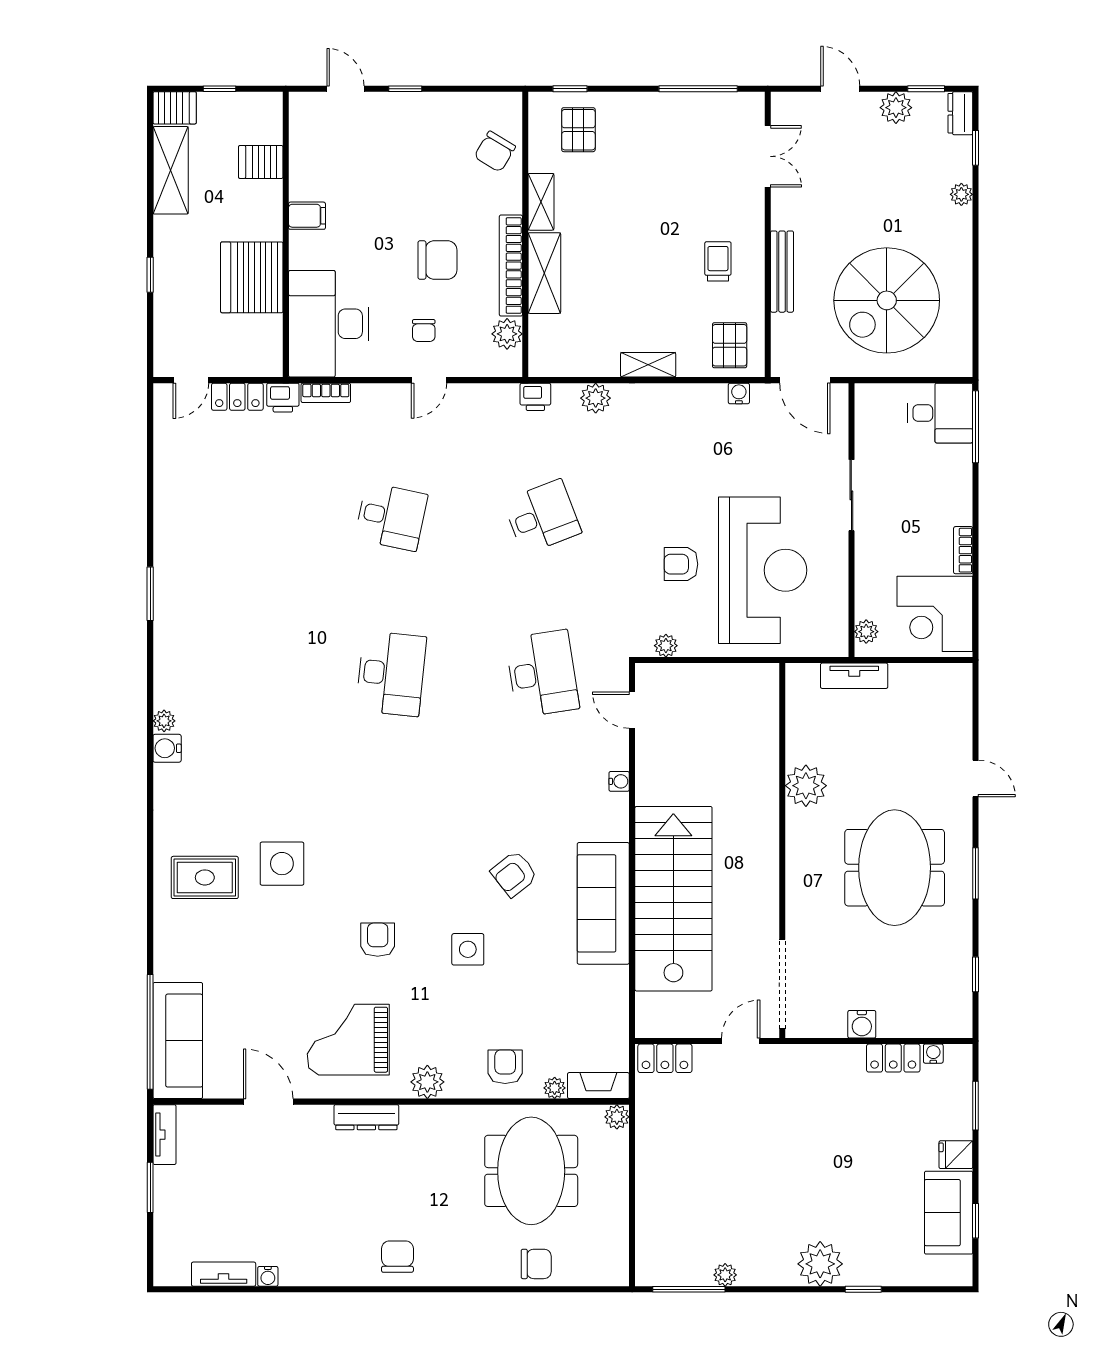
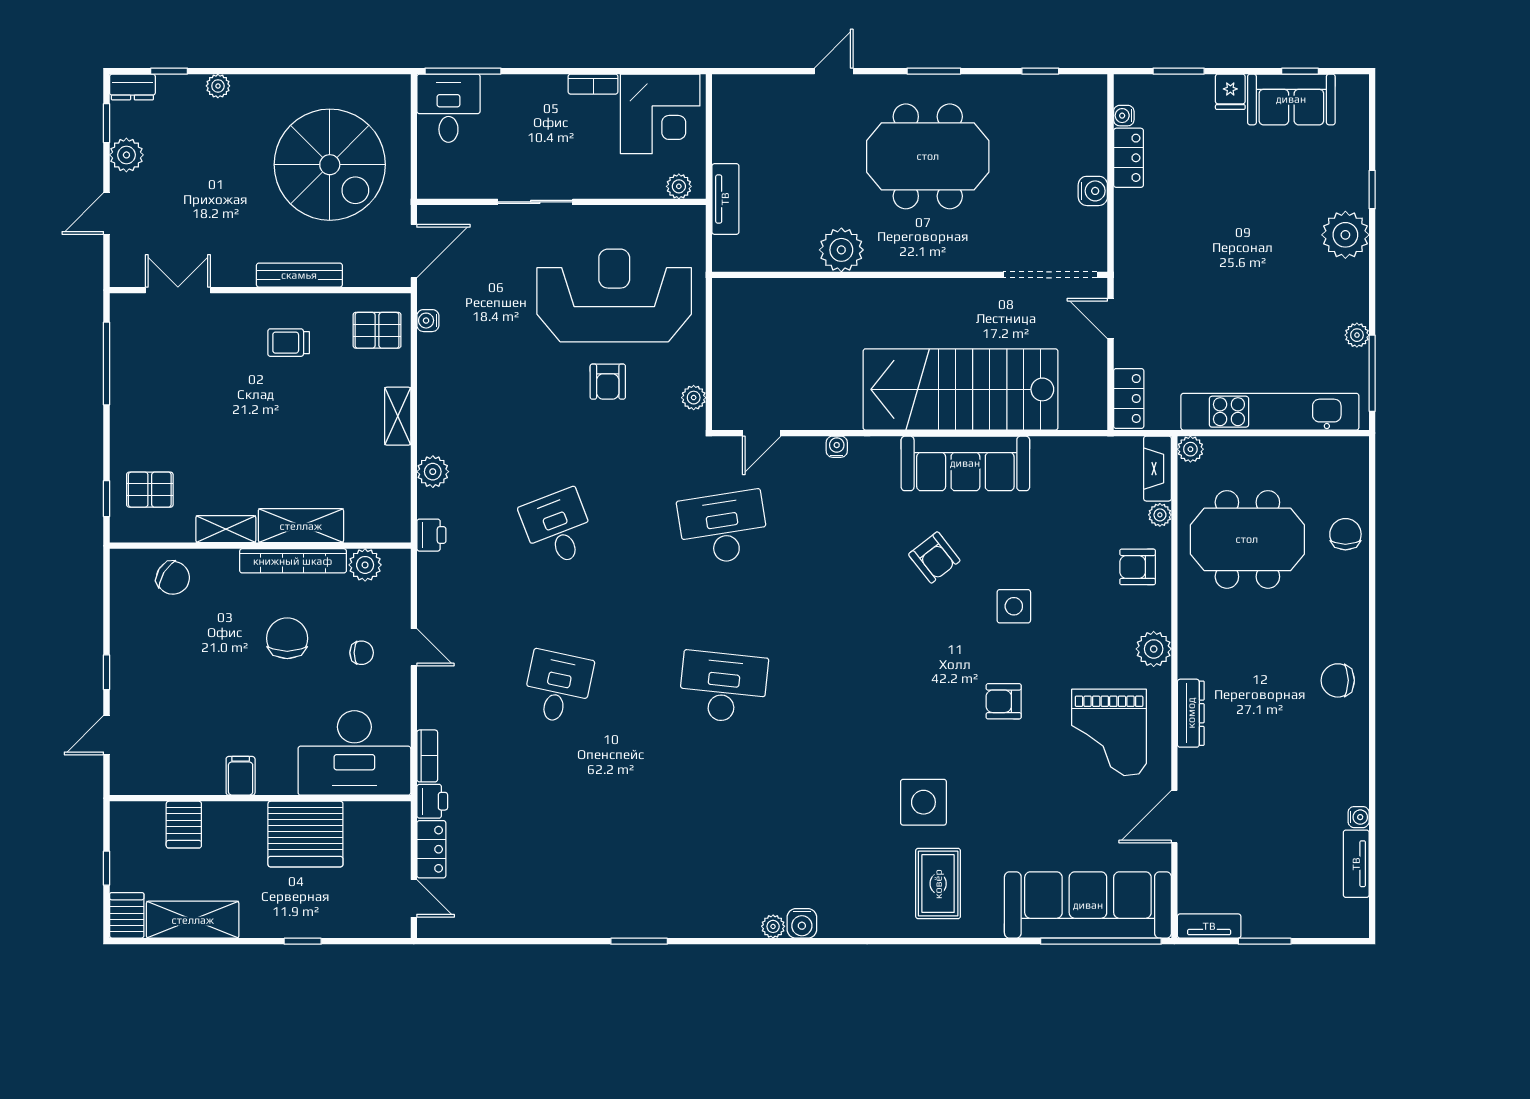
sofa: (178, 1041) -> (1088, 905), width x1.36, depth x1.27
kitchen unit: (652, 1192) -> (1270, 412), added

